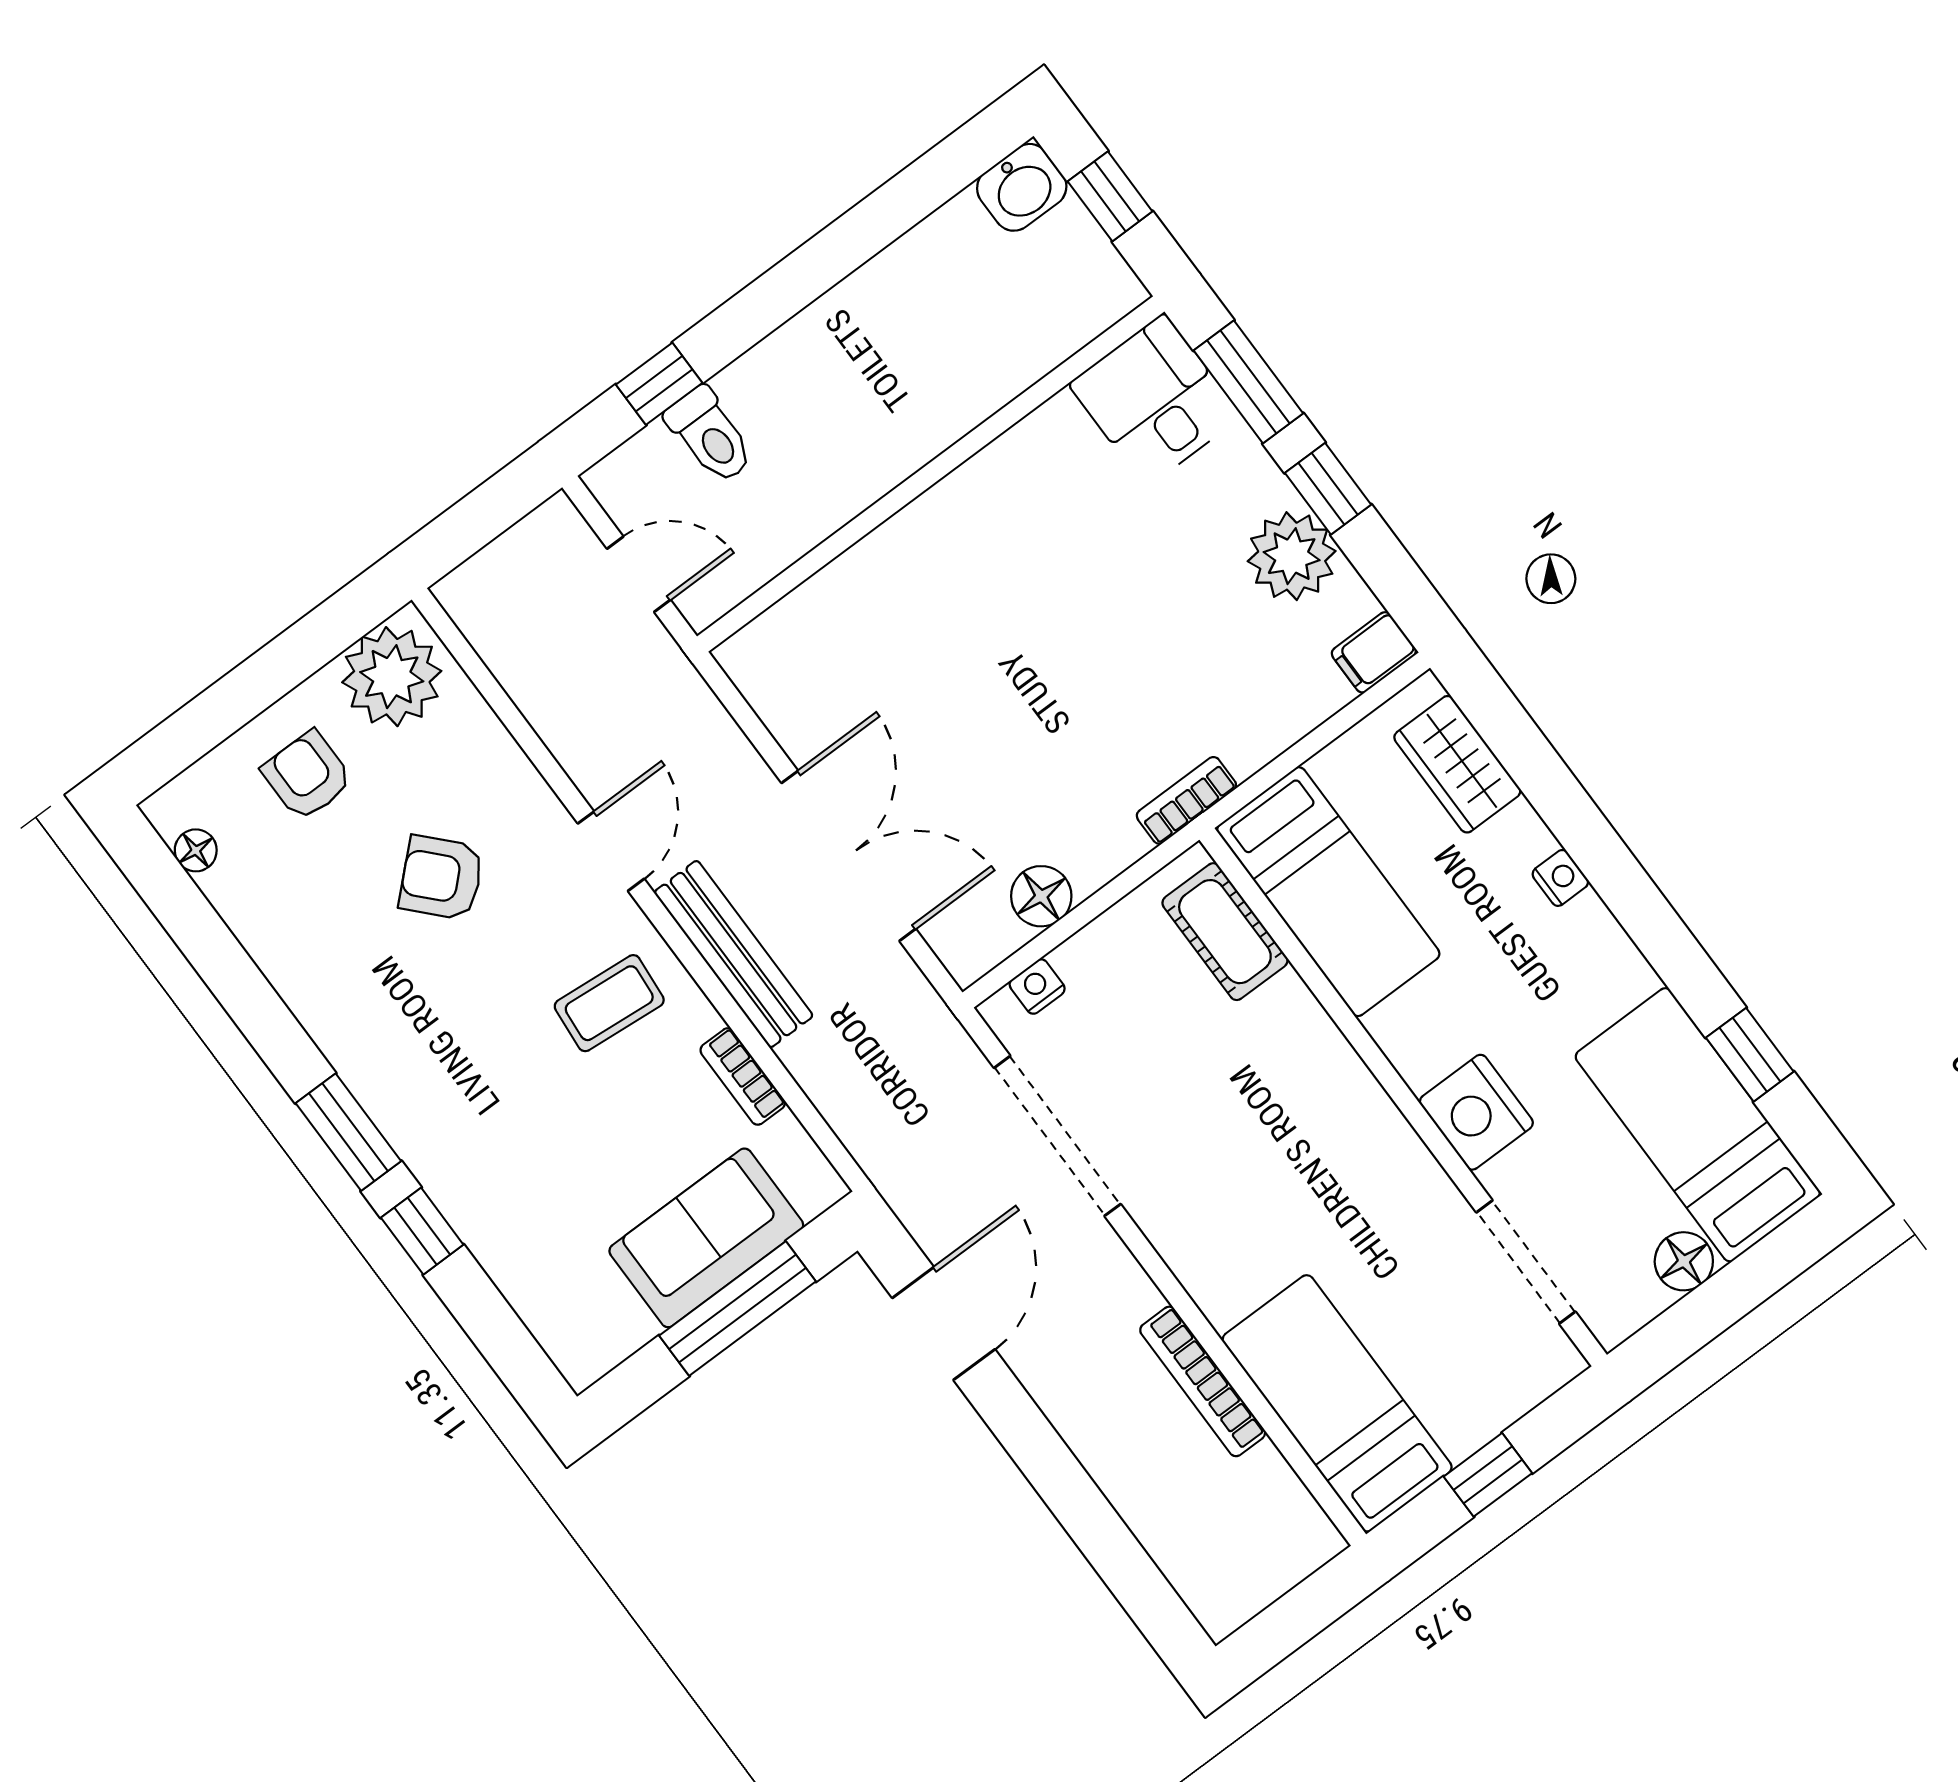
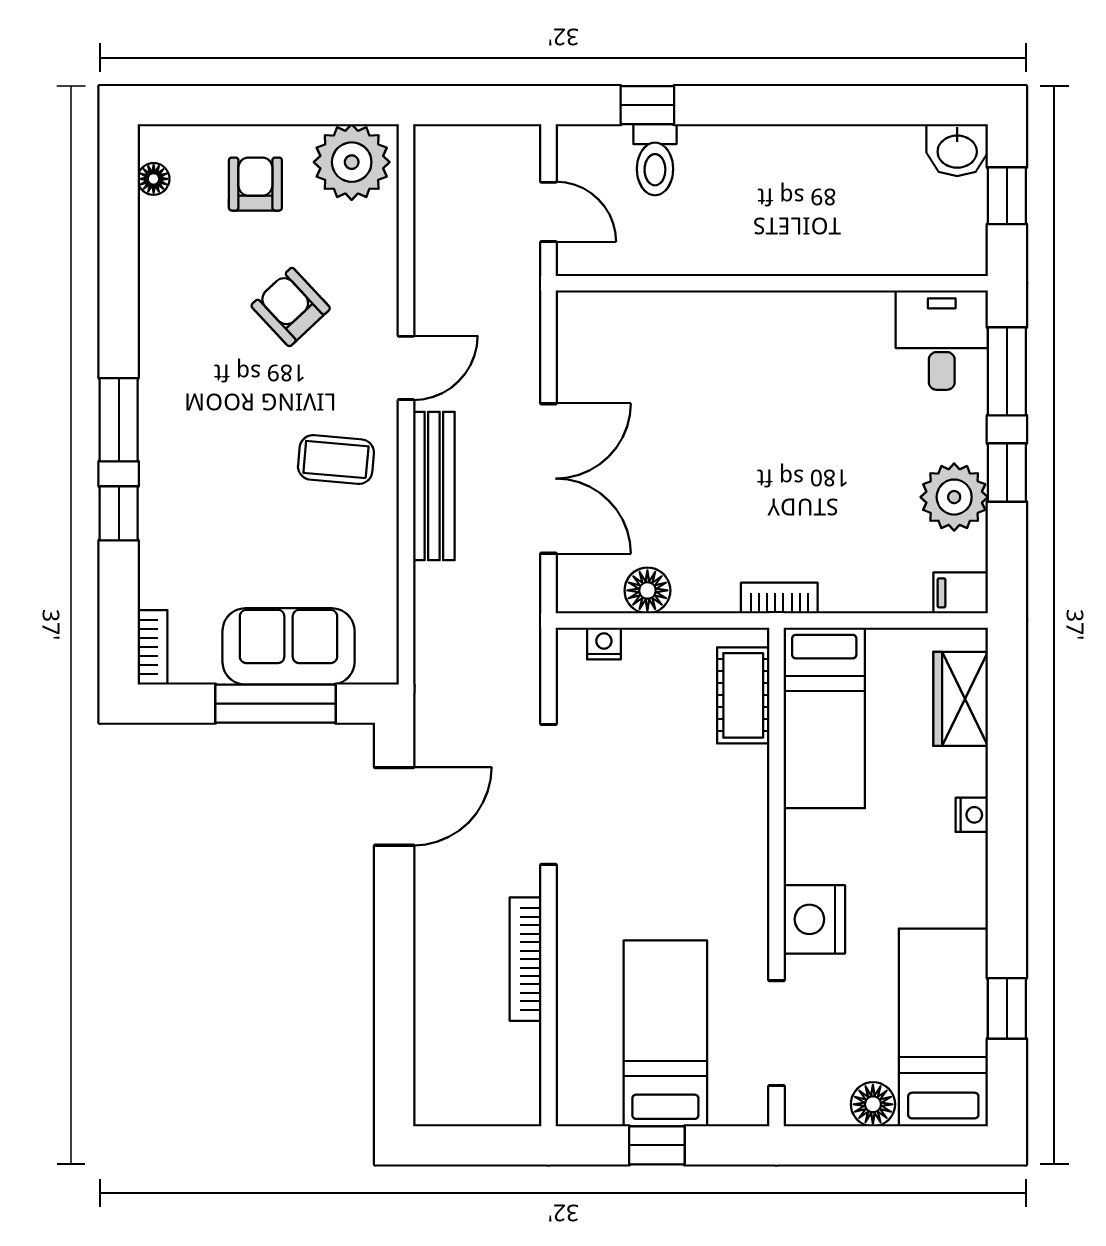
bookcase: (743, 1076) -> (153, 647), moved, turned 180
doorway: (1057, 1136) -> (548, 794), moved
bed: (1337, 1403) -> (665, 1033), moved

